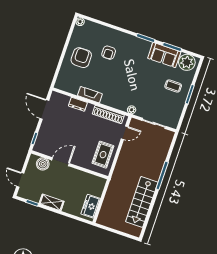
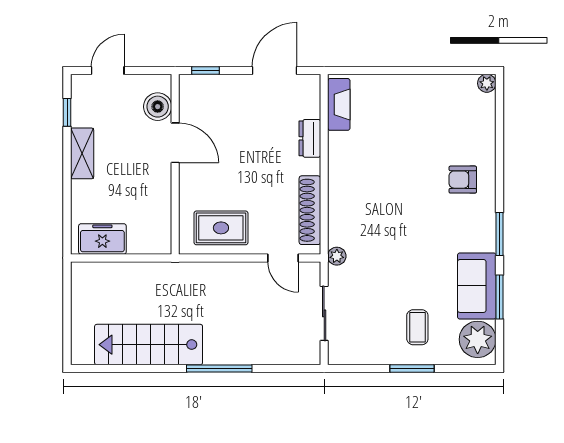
armchair: (109, 53) -> (463, 180), moved
armchair: (81, 58) -> (411, 112), removed
fireplace: (90, 95) -> (339, 104), moved

